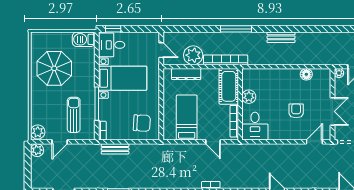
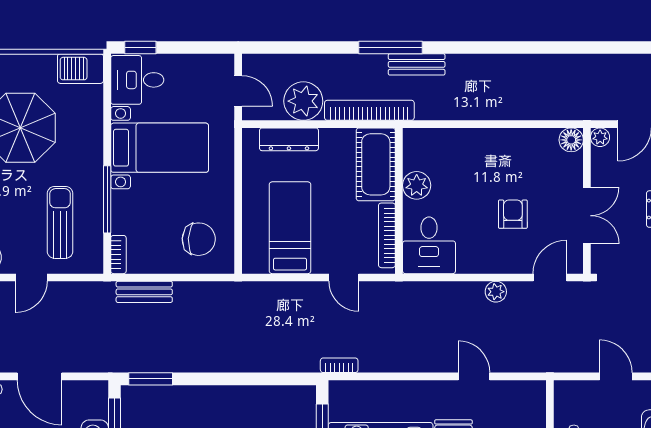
bench: (281, 37) -> (417, 64), moved
floor lamp: (306, 74) -> (571, 140), moved
plant: (288, 149) -> (496, 292), added

